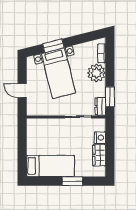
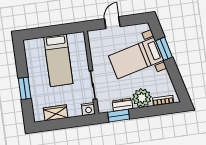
dresser: (100, 106) -> (122, 105), moved
nightstand: (100, 138) -> (88, 109), moved
bed: (50, 166) -> (58, 60), moved

